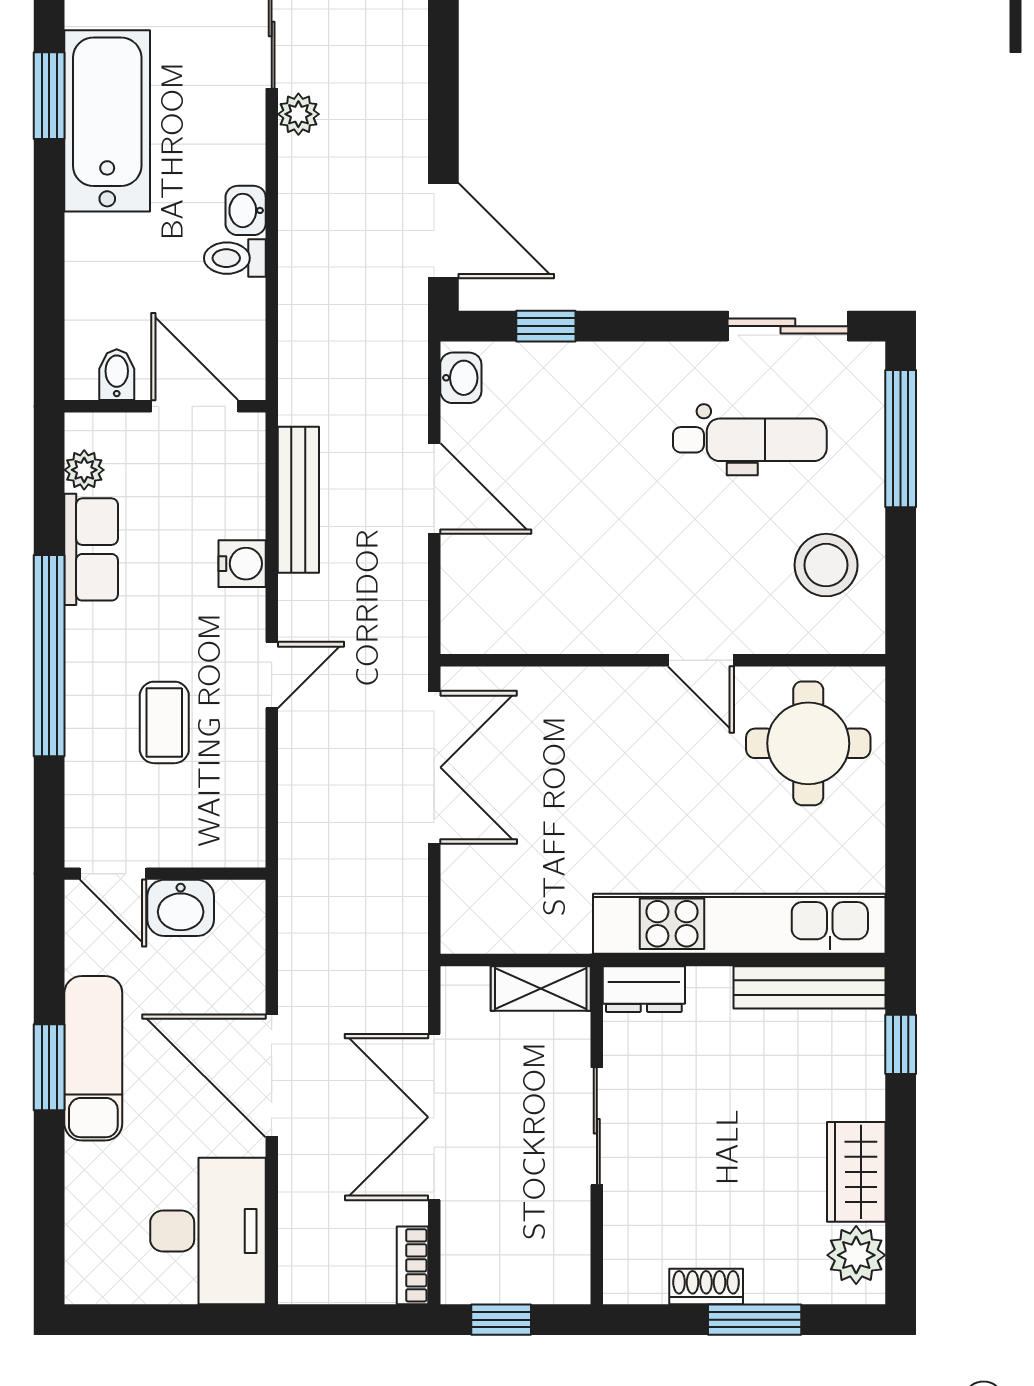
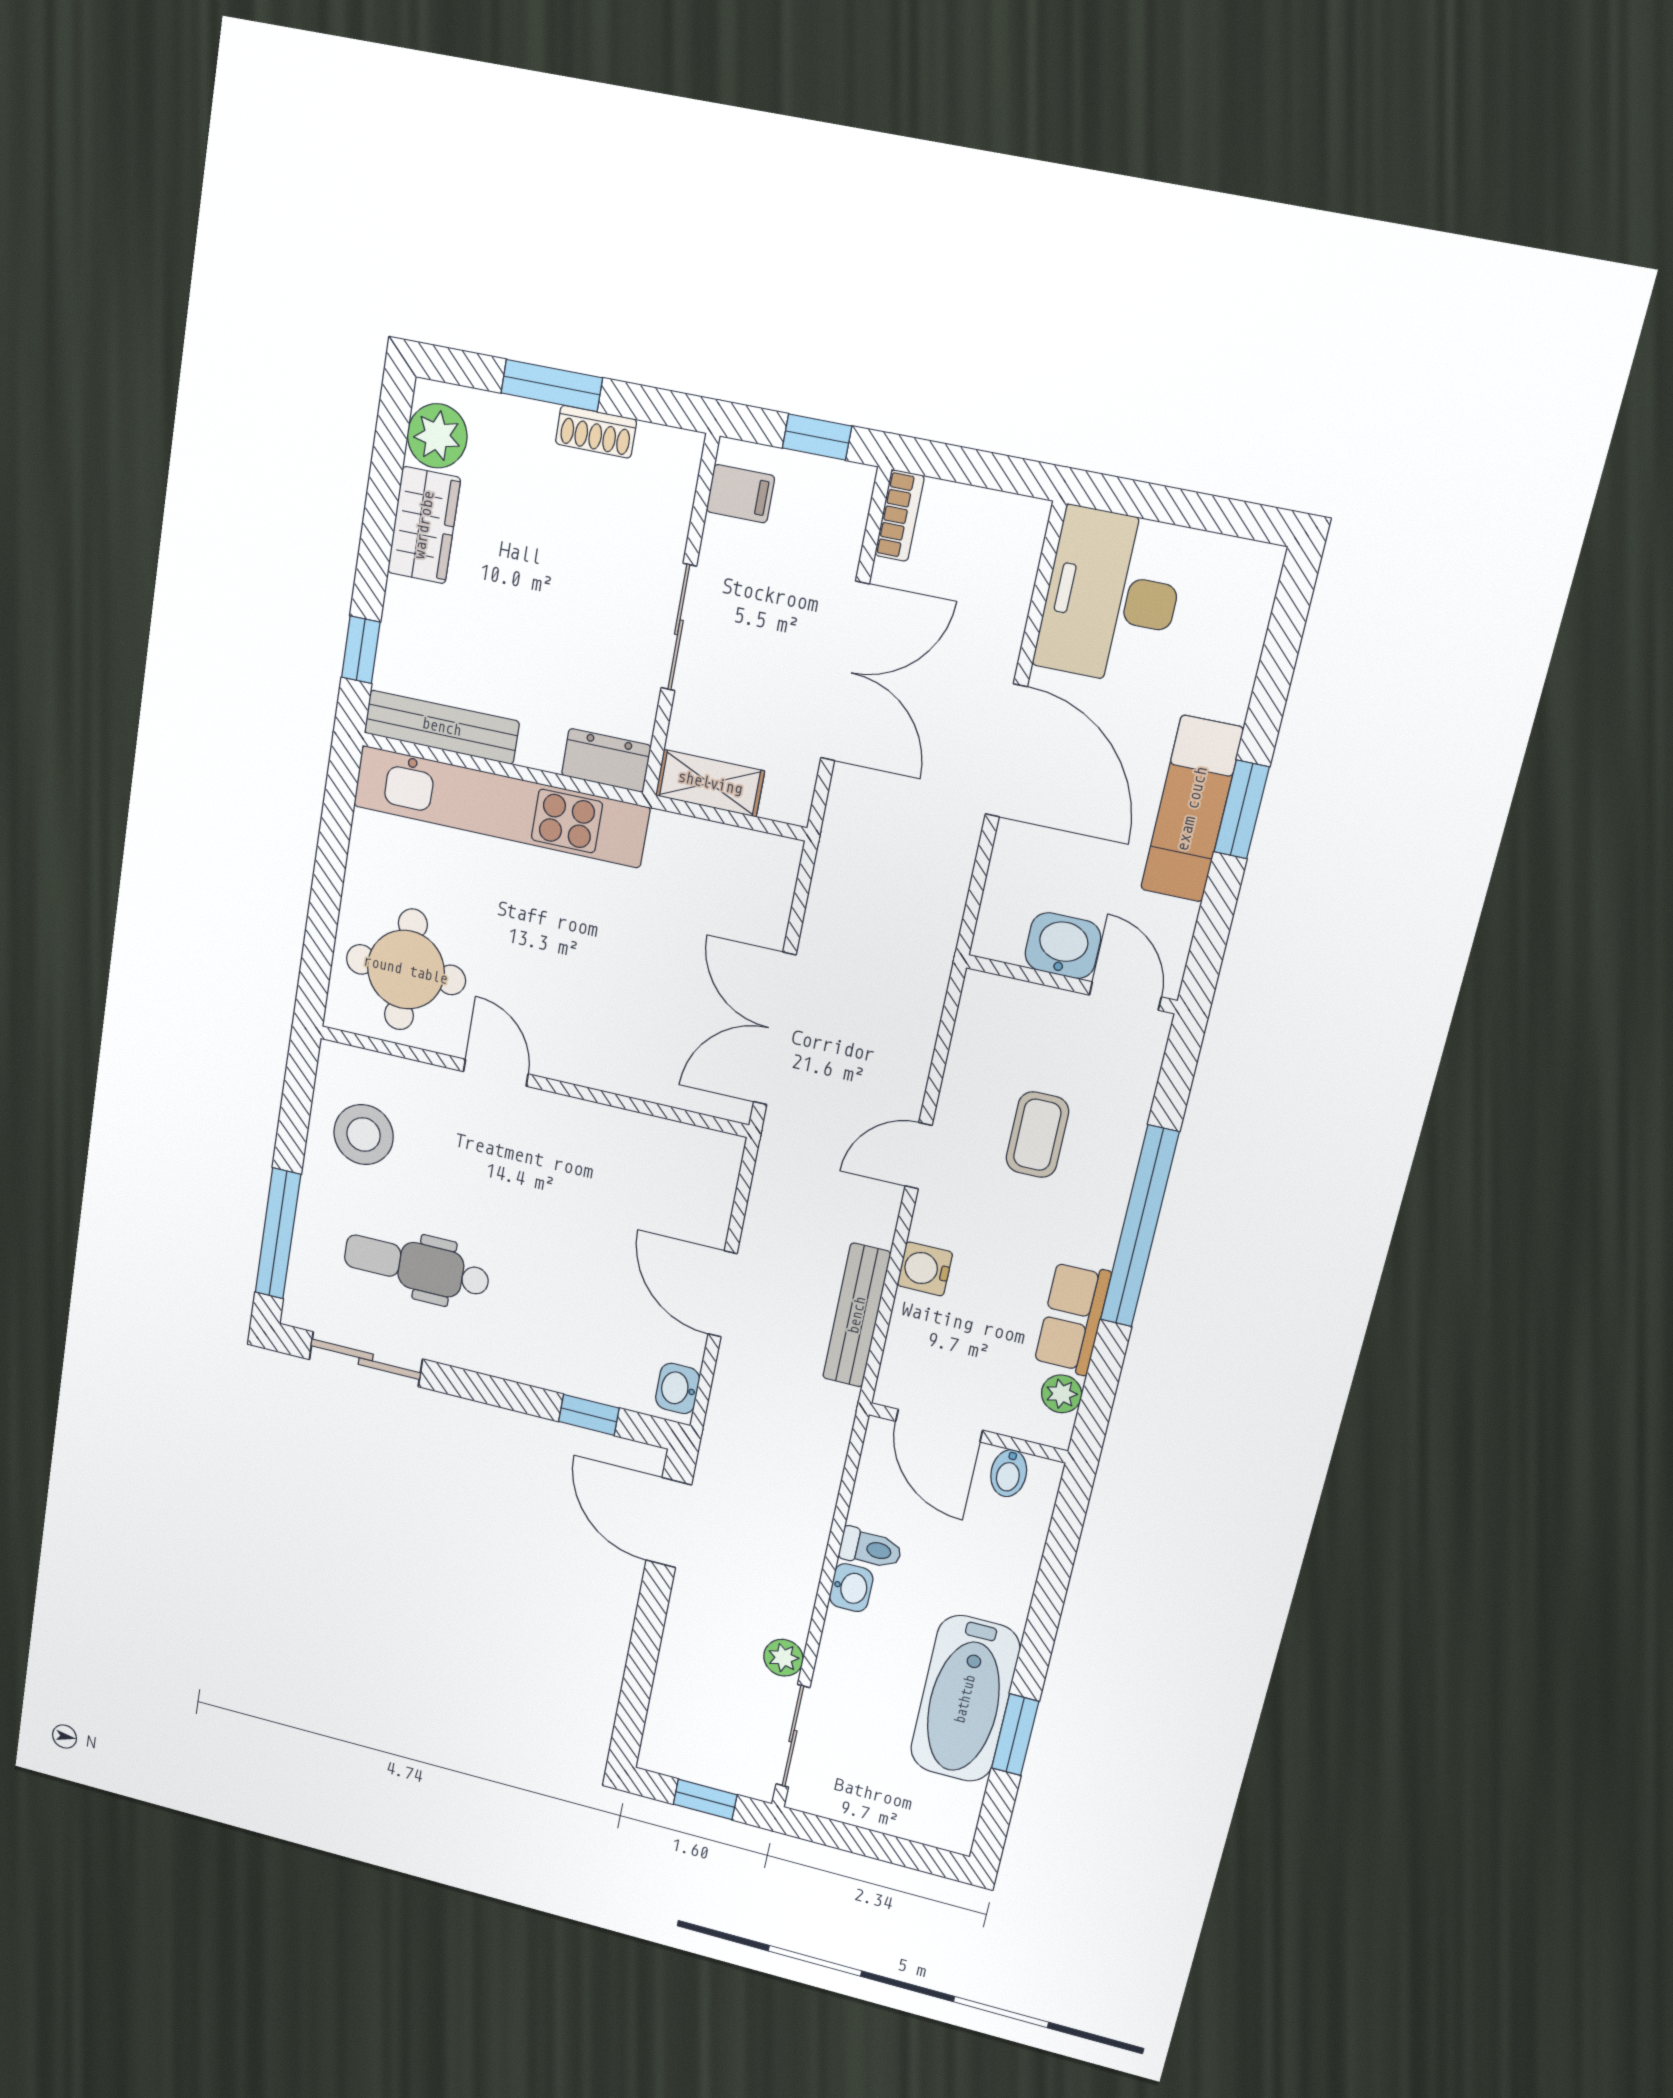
filing cabinet: (562, 1257) -> (740, 494), added

